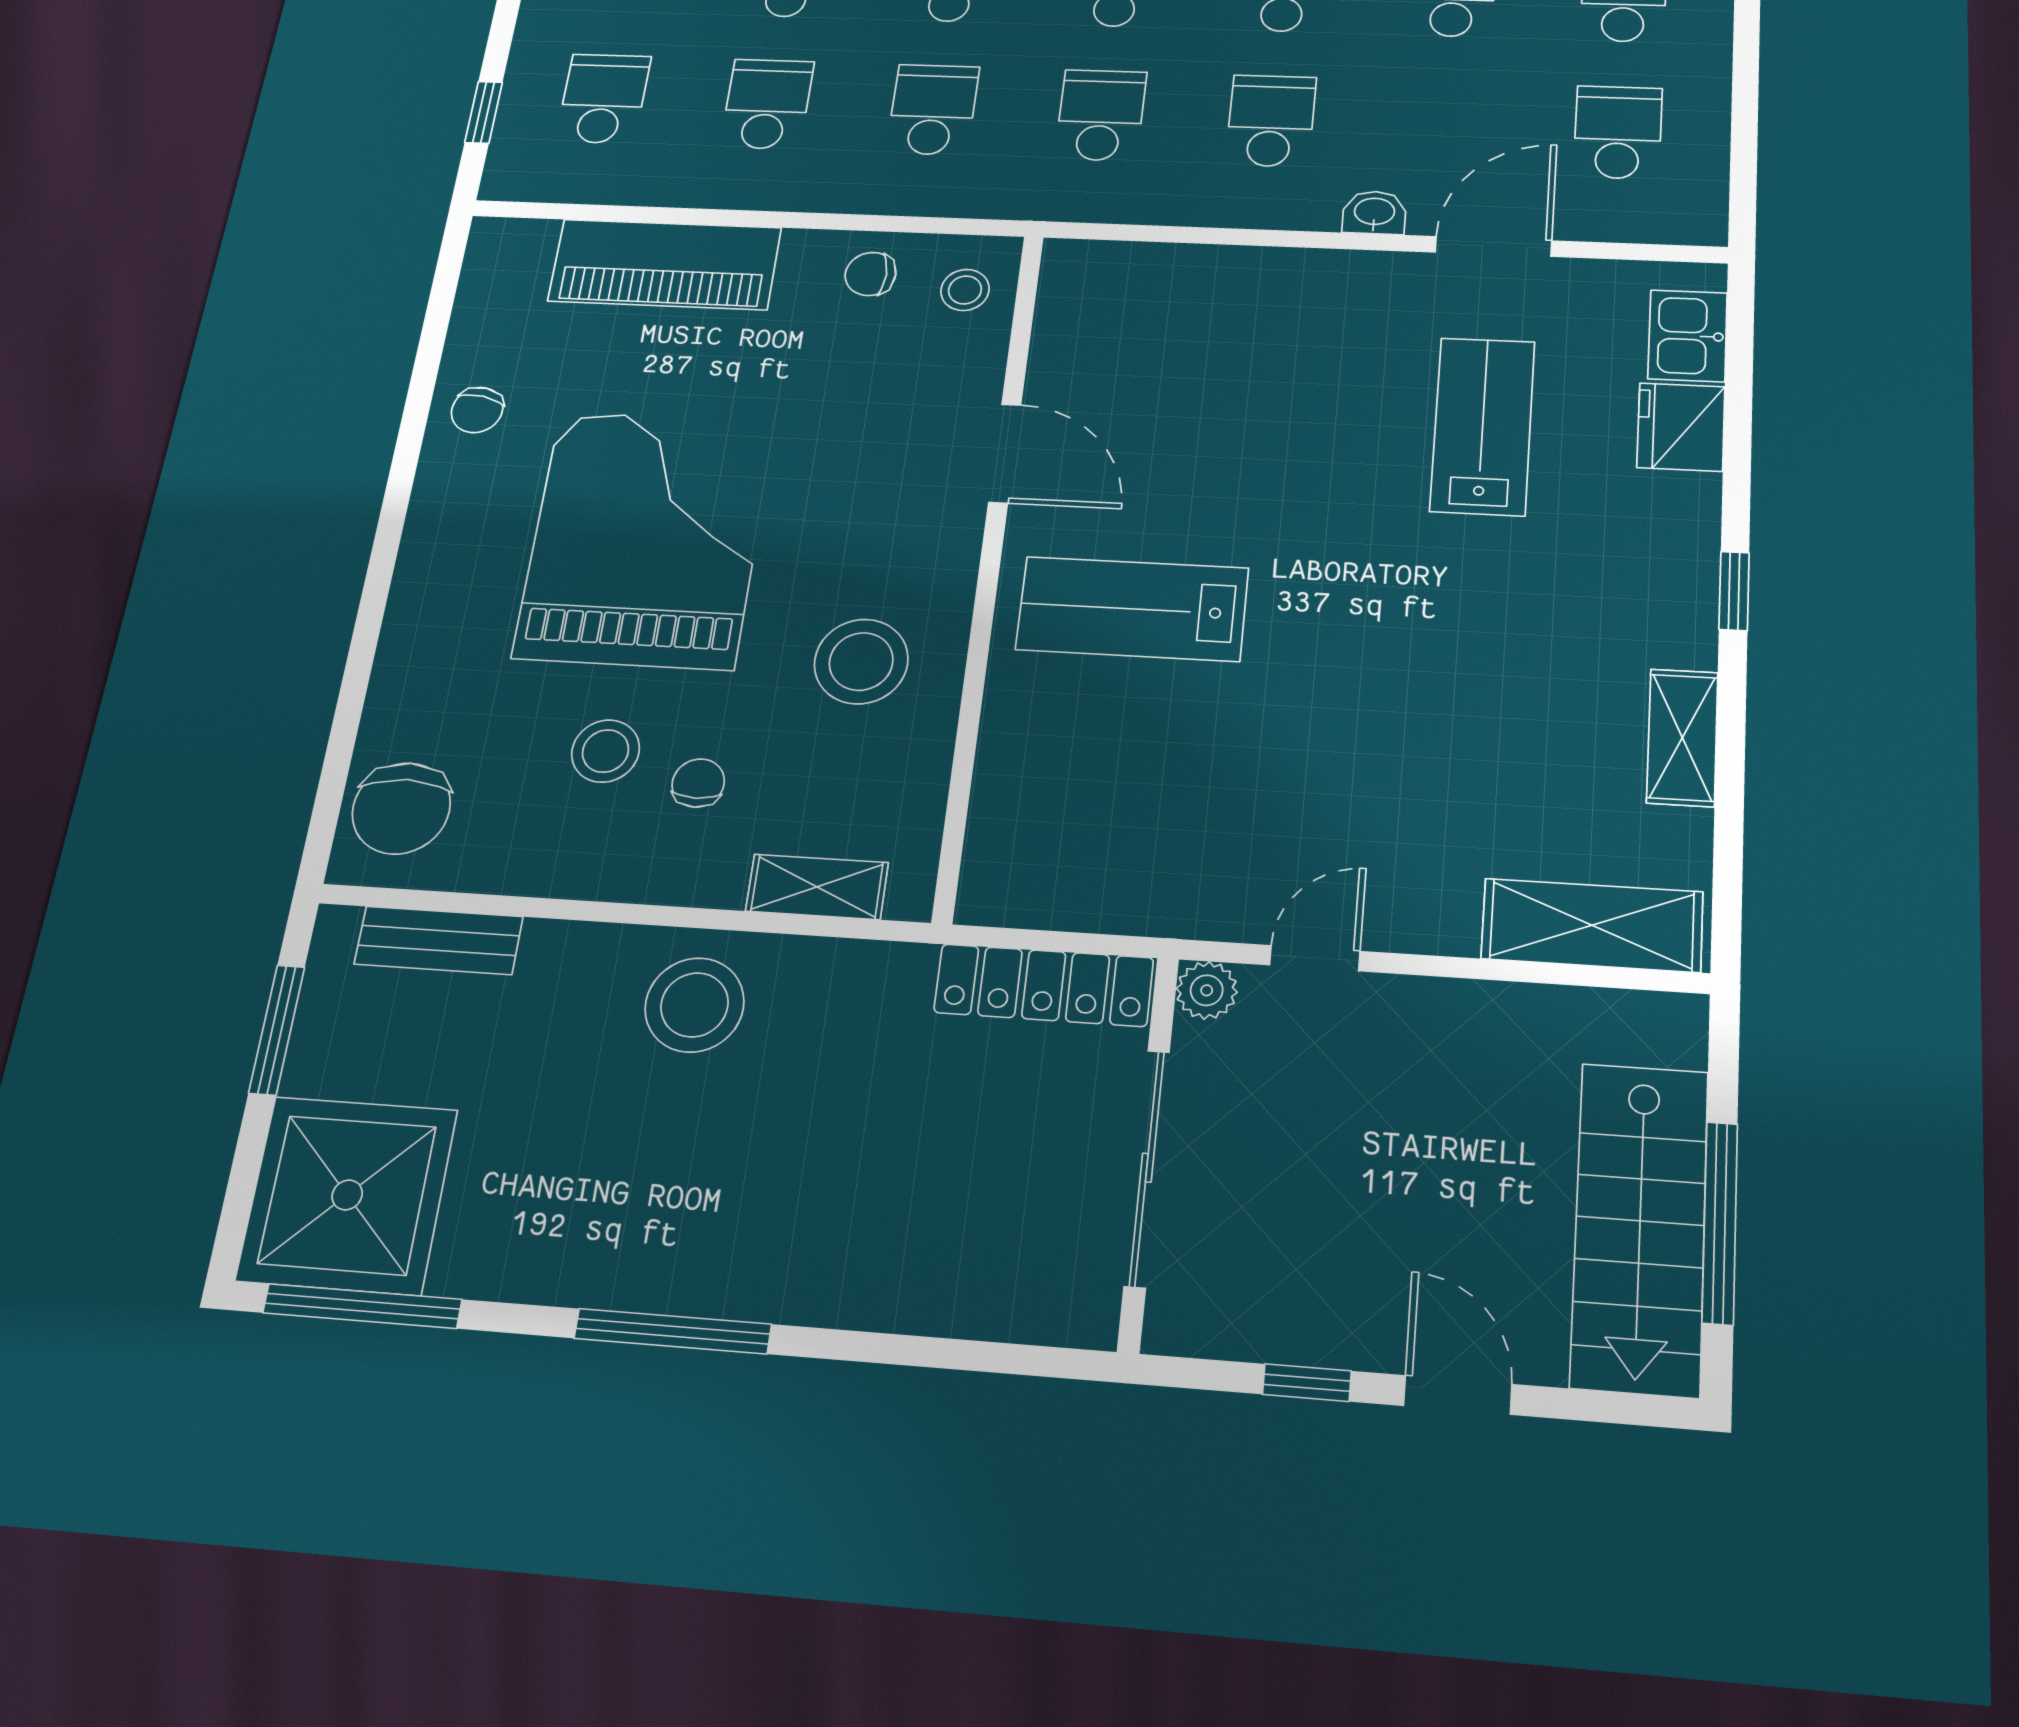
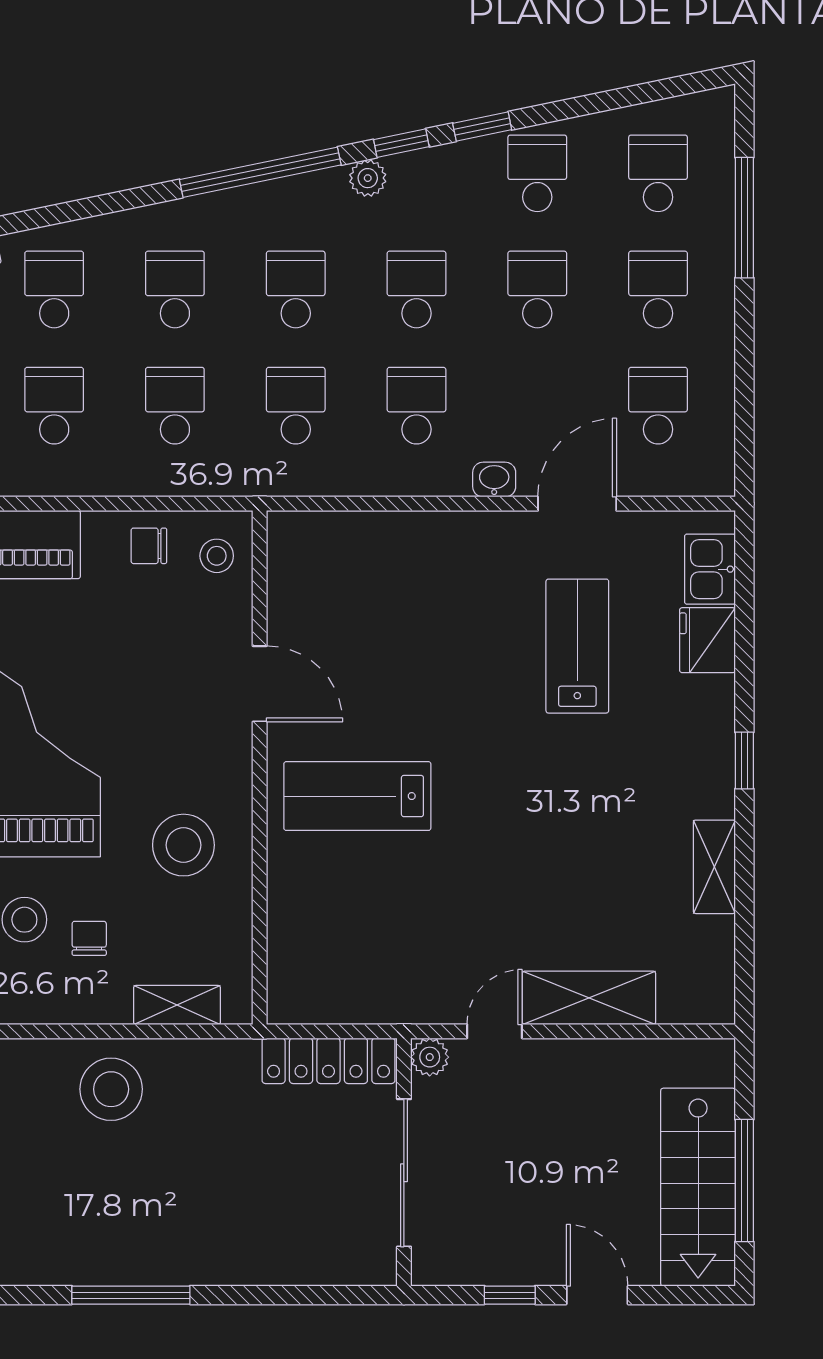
shelving: (1592, 925) -> (589, 998), moved

